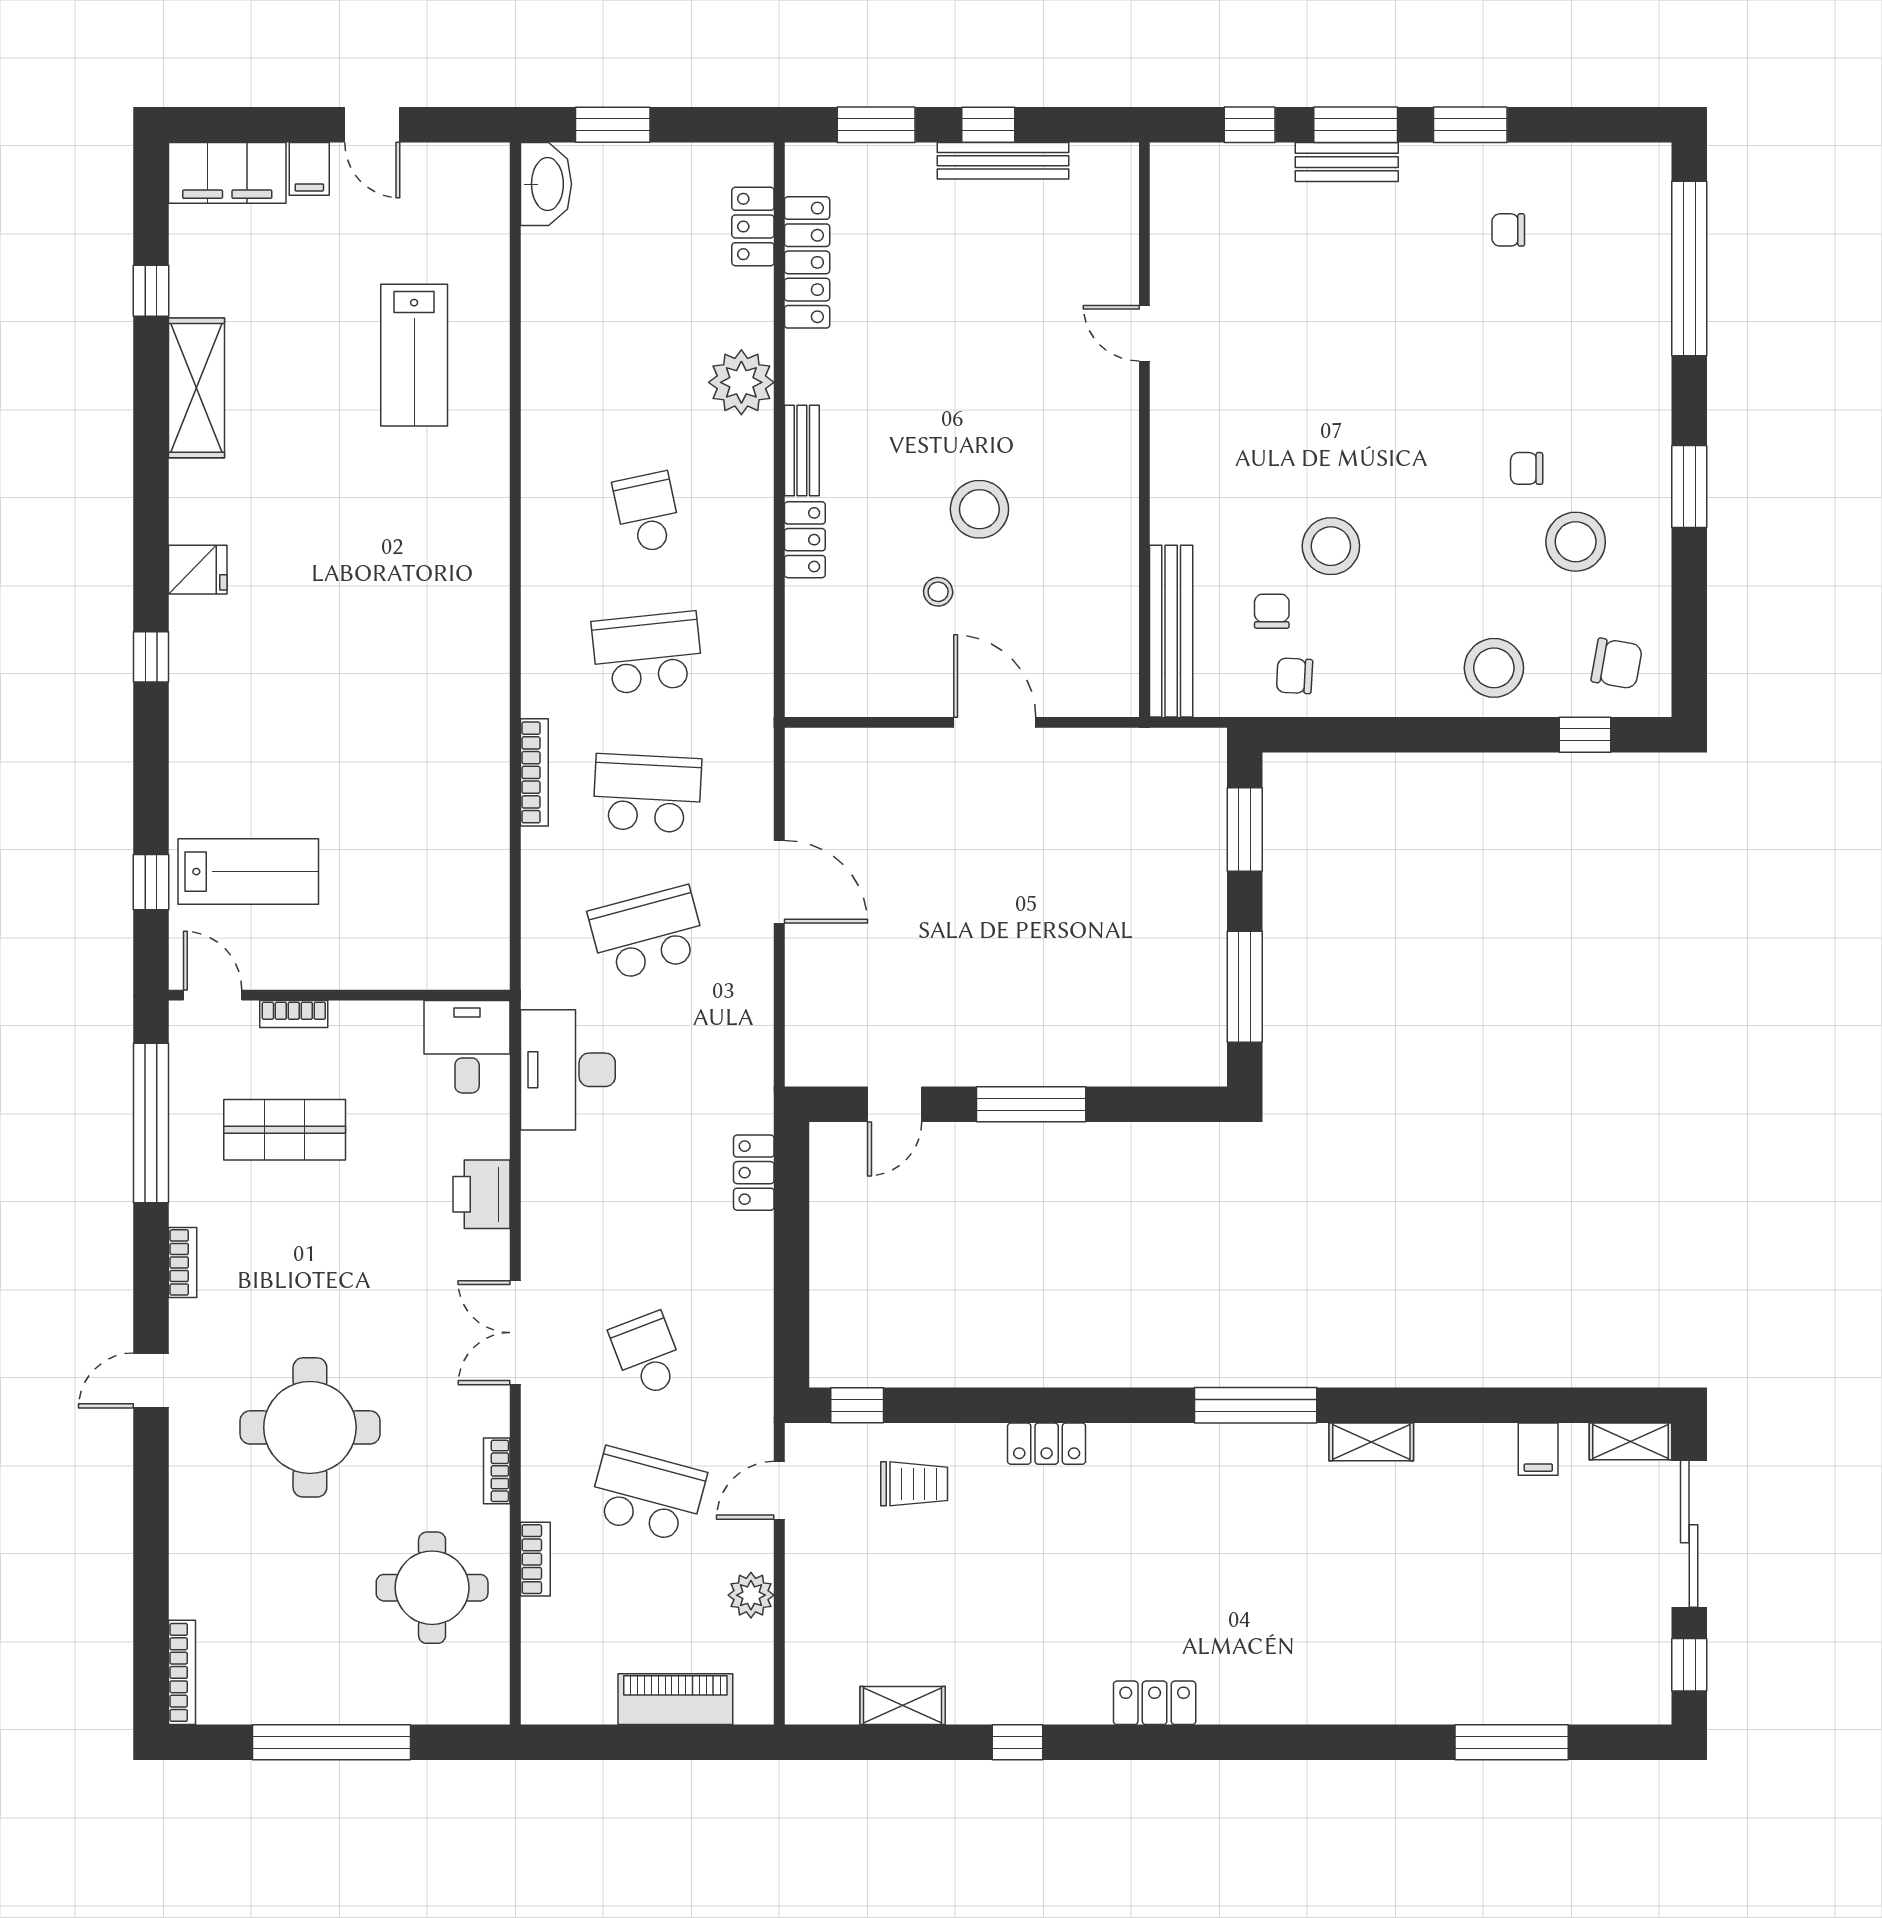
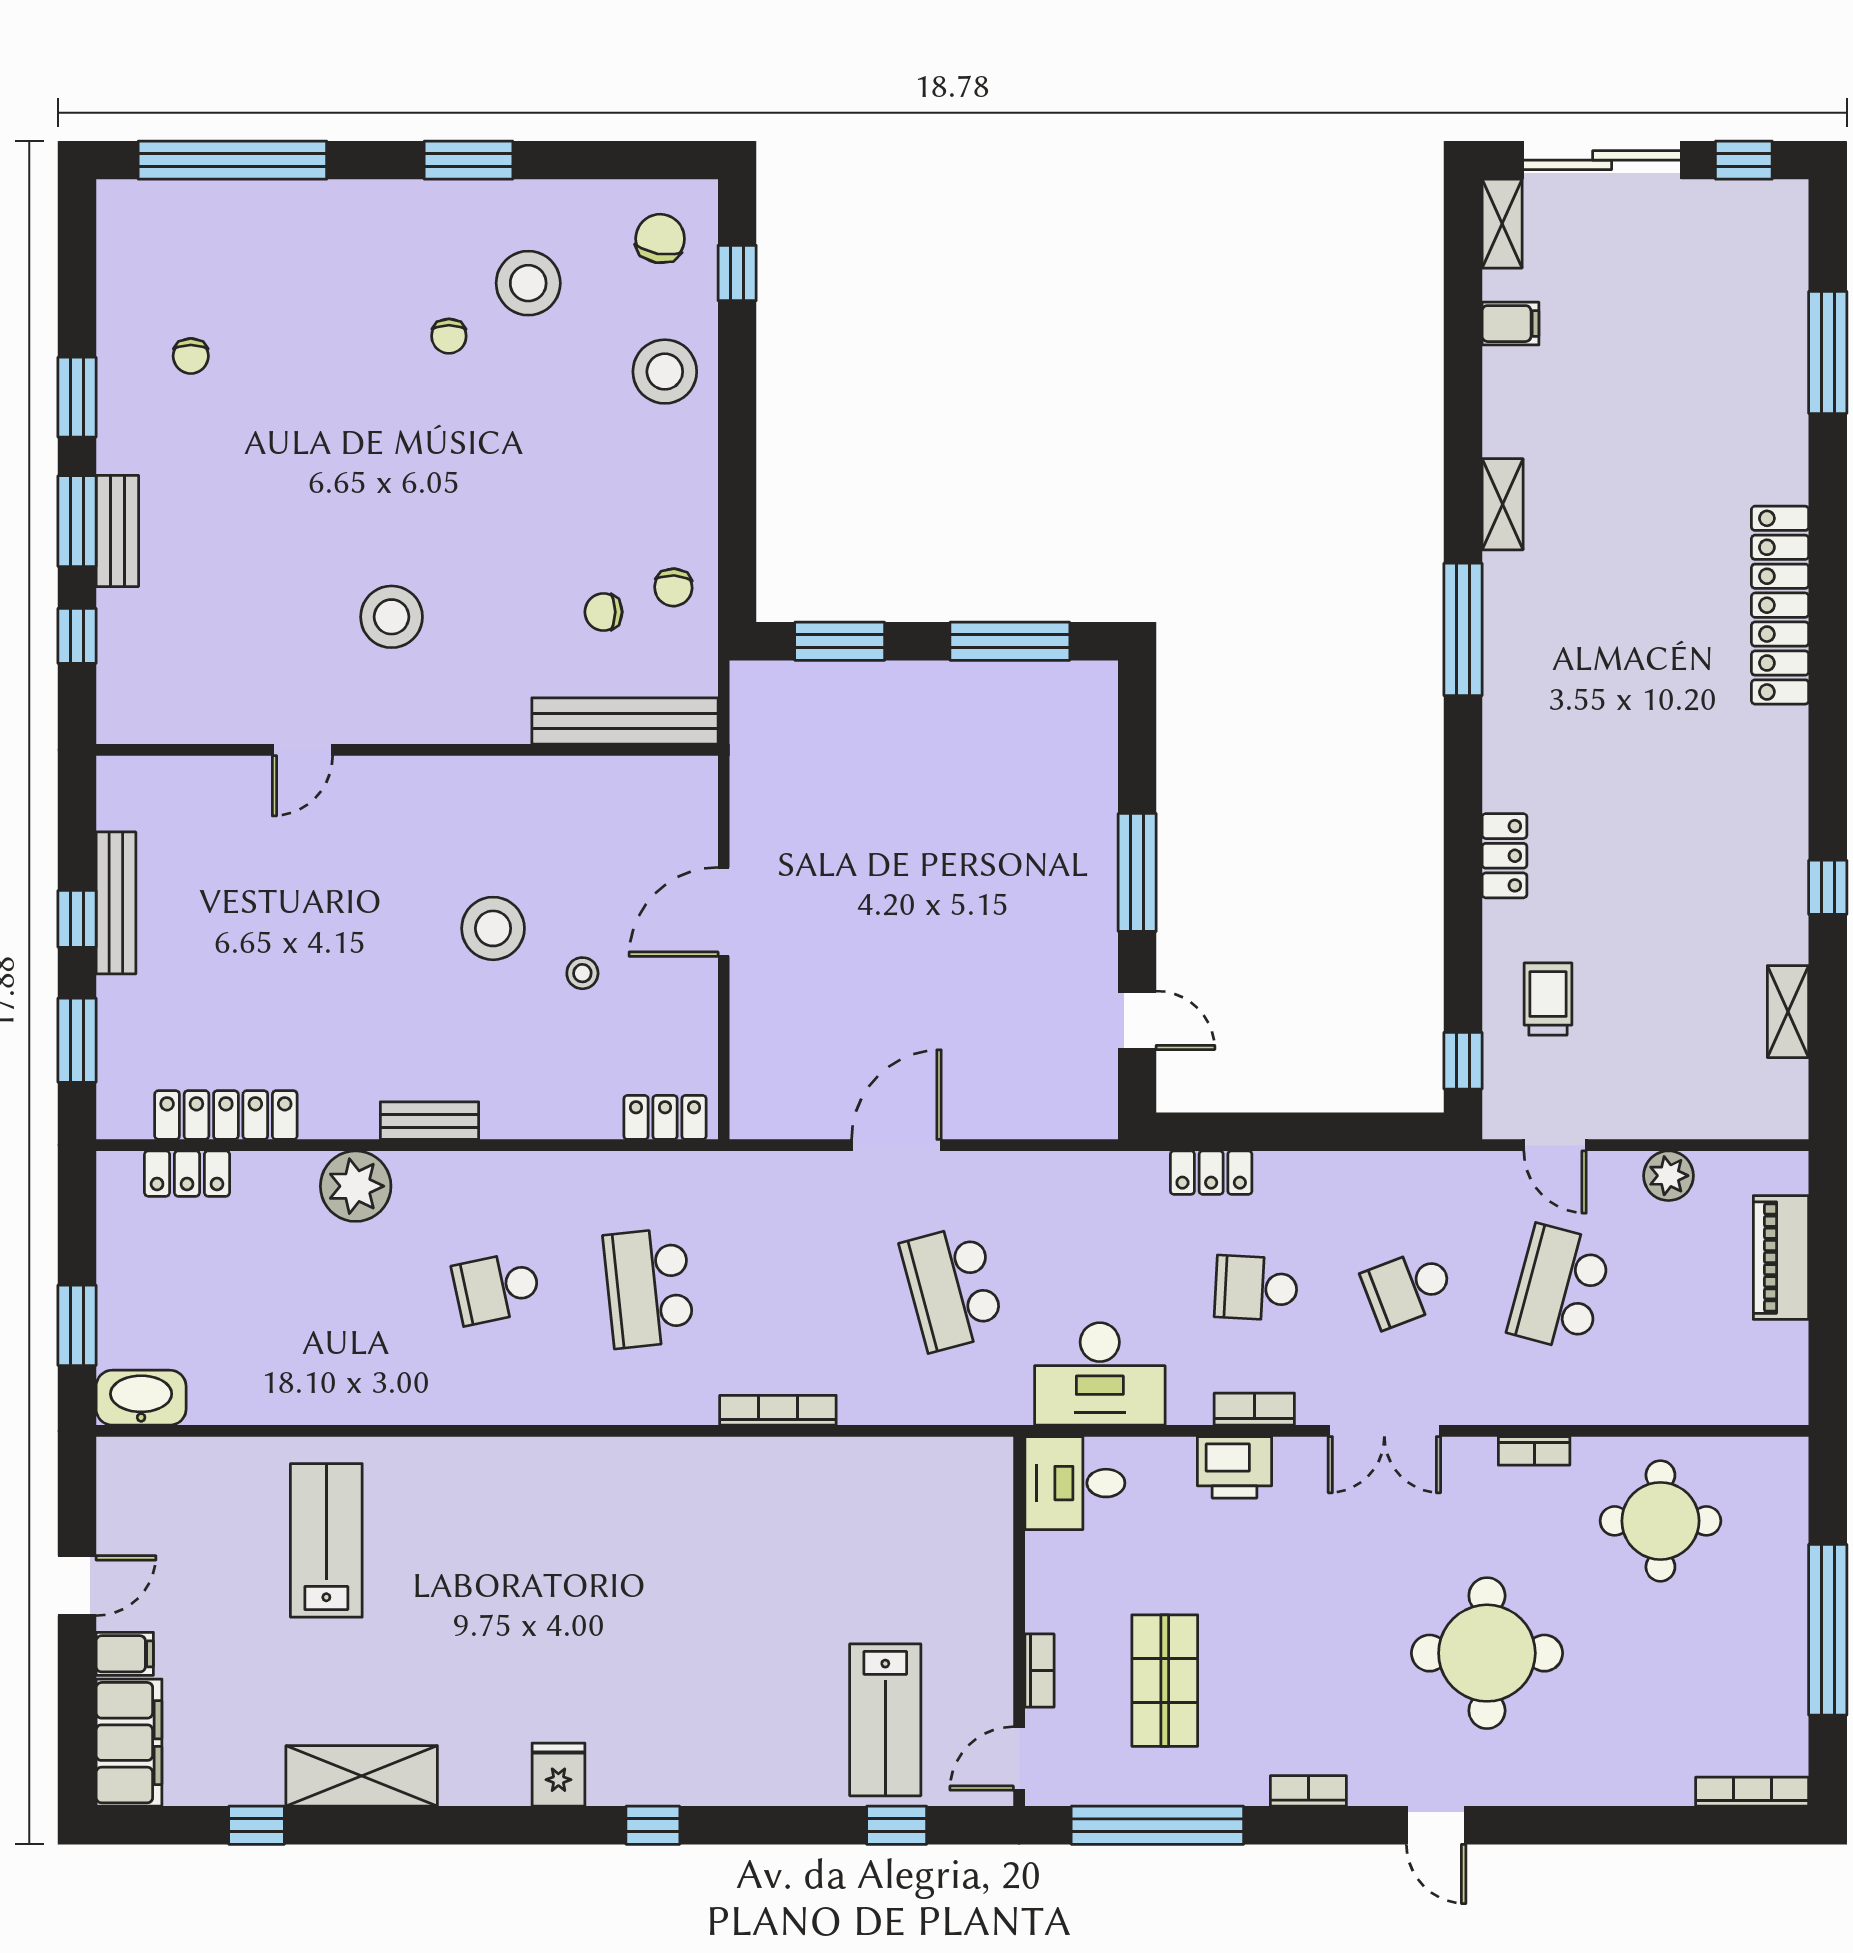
lab bench: (414, 355) -> (326, 1540), turned -90
locker: (805, 540) -> (665, 1117), moved
stool: (1331, 546) -> (392, 617), moved
school desk: (647, 793) -> (1256, 1288), moved, width x0.54
lab bench: (248, 872) -> (885, 1720), turned 180
bookcase: (535, 1559) -> (1254, 1409), moved
locker: (1155, 1703) -> (1780, 605), moved, width x2.16, depth x1.21

